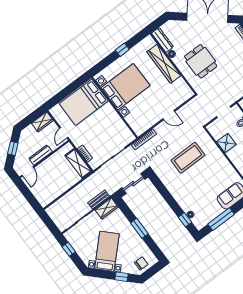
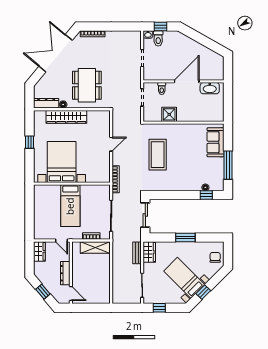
dining table: (201, 61) -> (87, 85), width x1.38
bed: (84, 102) -> (70, 206), moved, width x0.67
window: (122, 277) -> (203, 292), moved

